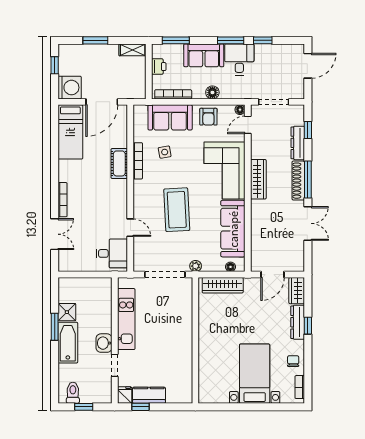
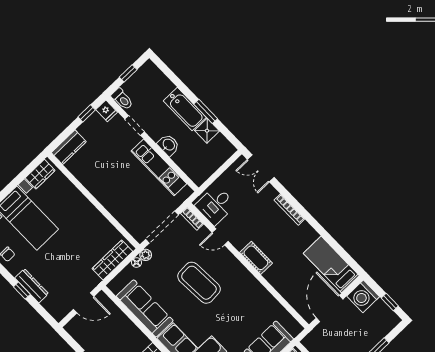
side table: (165, 152) -> (248, 316), removed
bookcase: (138, 161) -> (192, 219), moved, width x0.64
cot: (119, 163) -> (256, 258), moved
double door: (55, 234) -> (261, 168), moved
floor lamp: (230, 267) -> (137, 263), moved
door: (273, 275) -> (84, 303), swing flipped
wardrobe: (297, 291) -> (40, 174), moved, turned 90
washbasin: (104, 343) -> (168, 145), moved
toilet: (73, 393) -> (122, 99), moved
kitchen counter: (149, 395) -> (69, 147), moved

